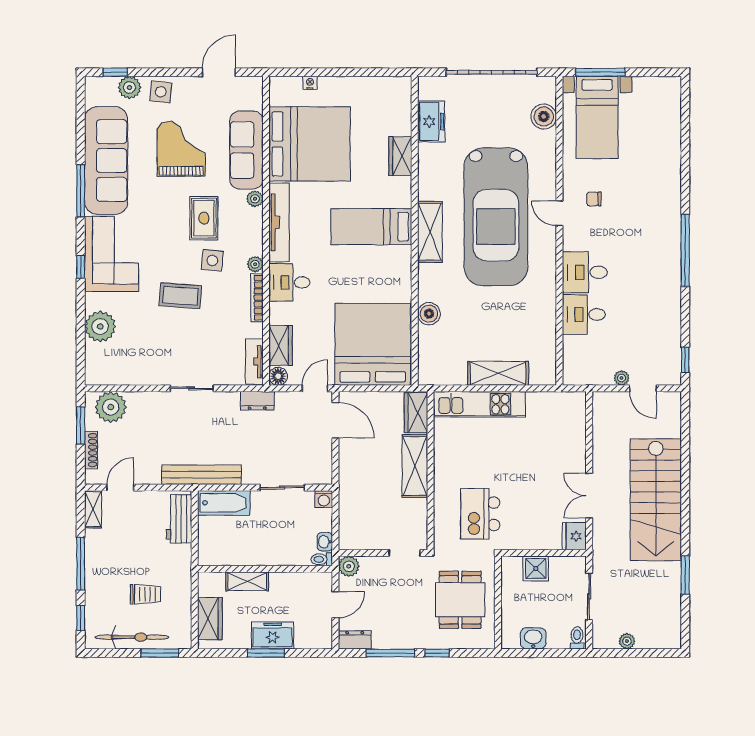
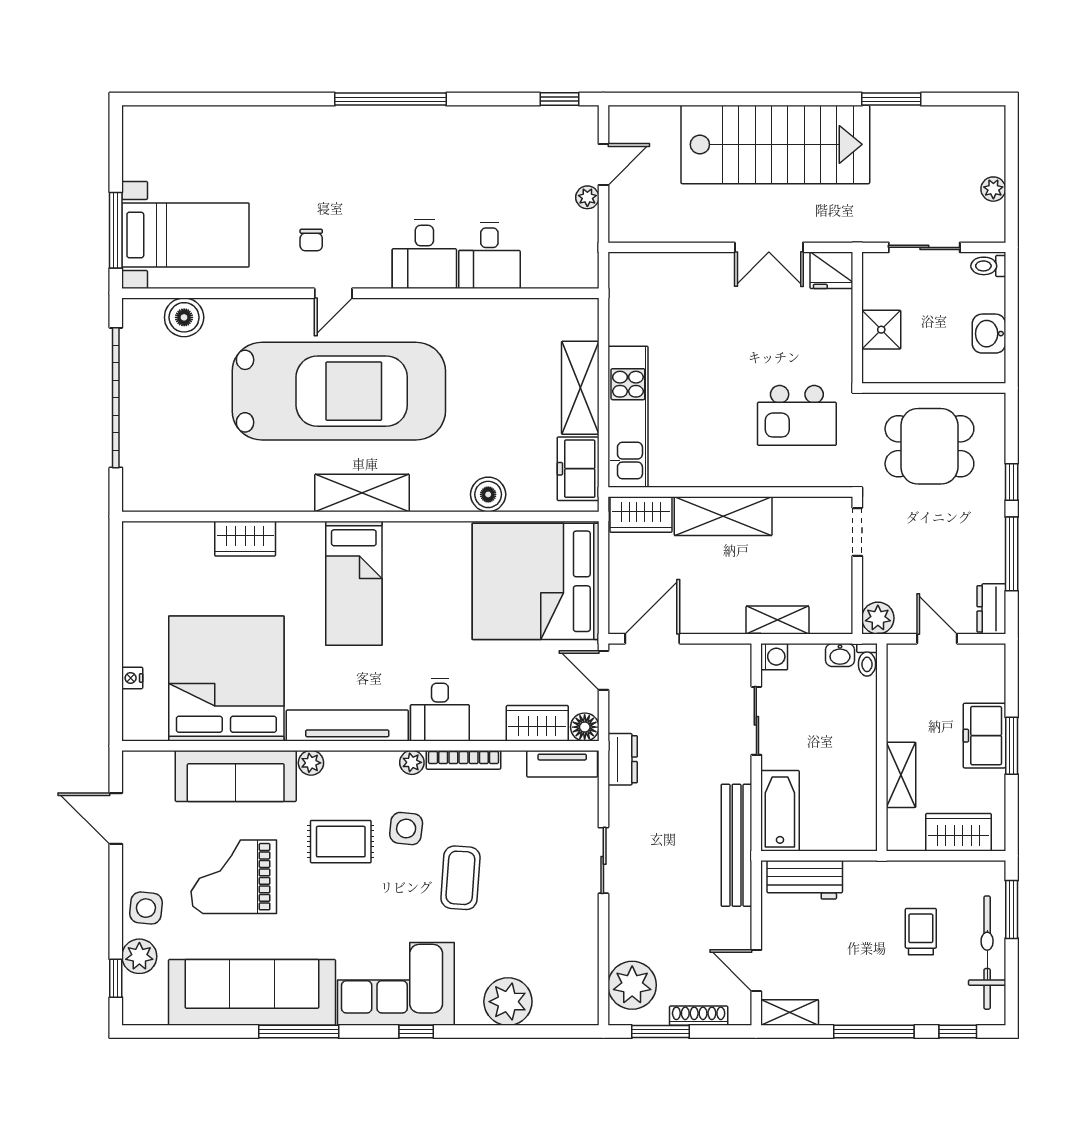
freezer: (431, 122) -> (578, 469), moved, turned -90
shelving: (347, 501) -> (777, 620), added

